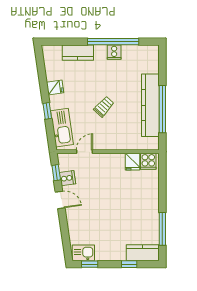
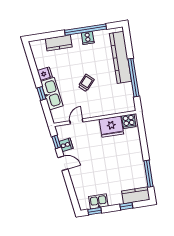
kitchen counter: (150, 105) -> (120, 57), moved
kitchen sink: (62, 128) -> (52, 94), moved
fridge: (132, 162) -> (111, 127), width x1.88, depth x1.34
kitchen sink: (83, 253) -> (98, 201), moved

